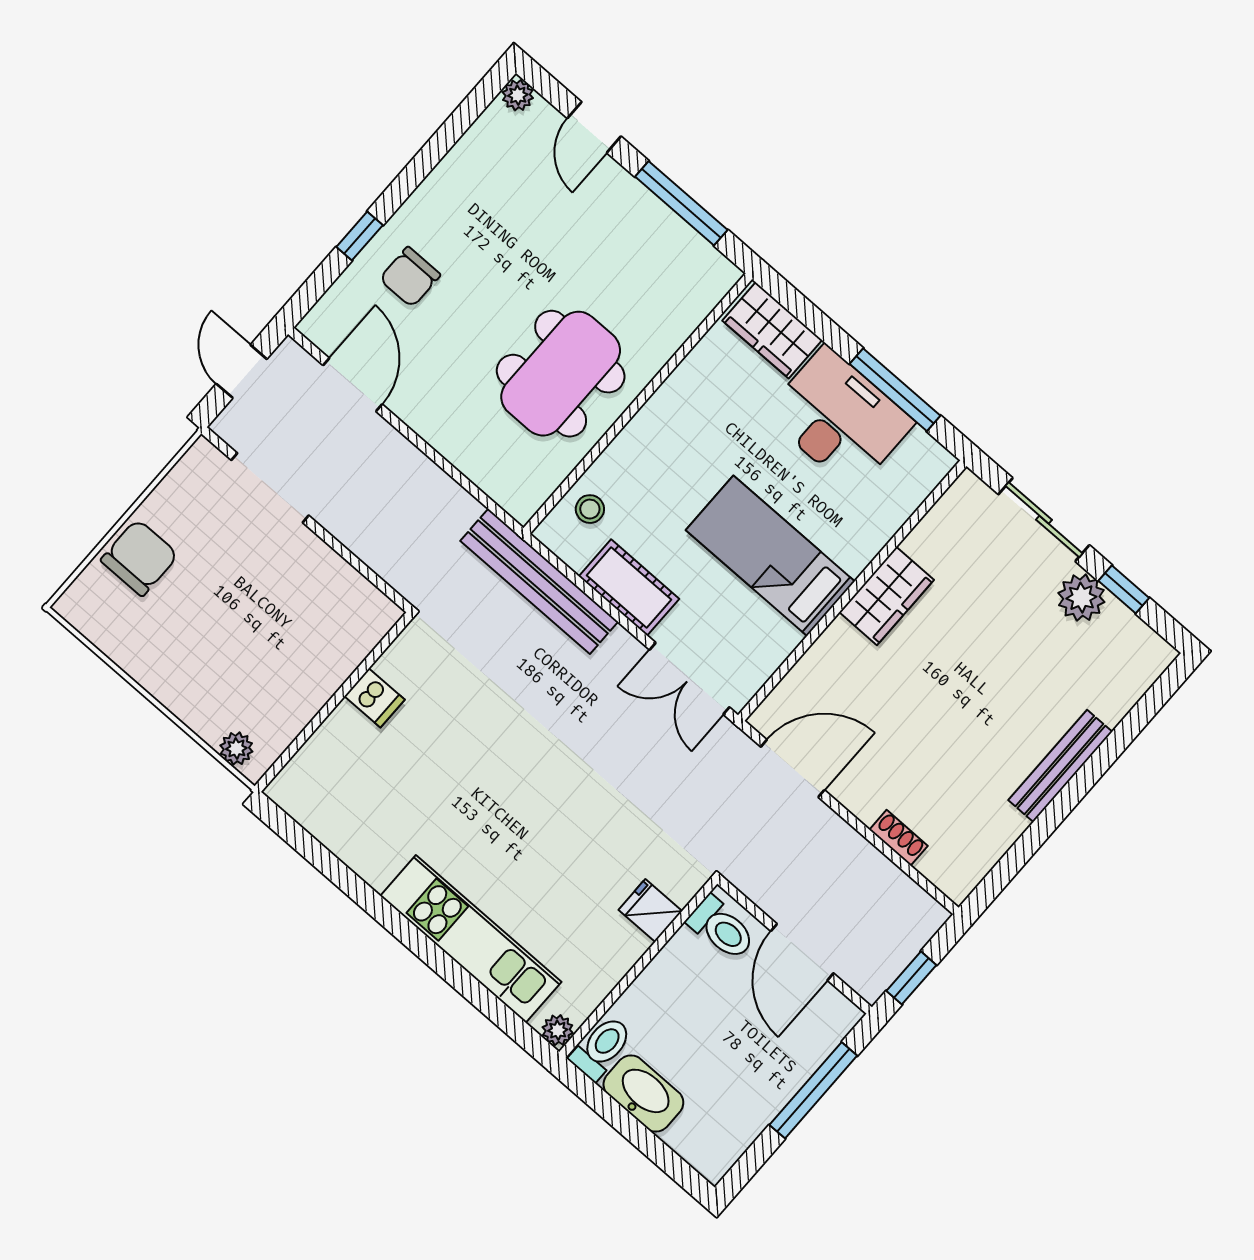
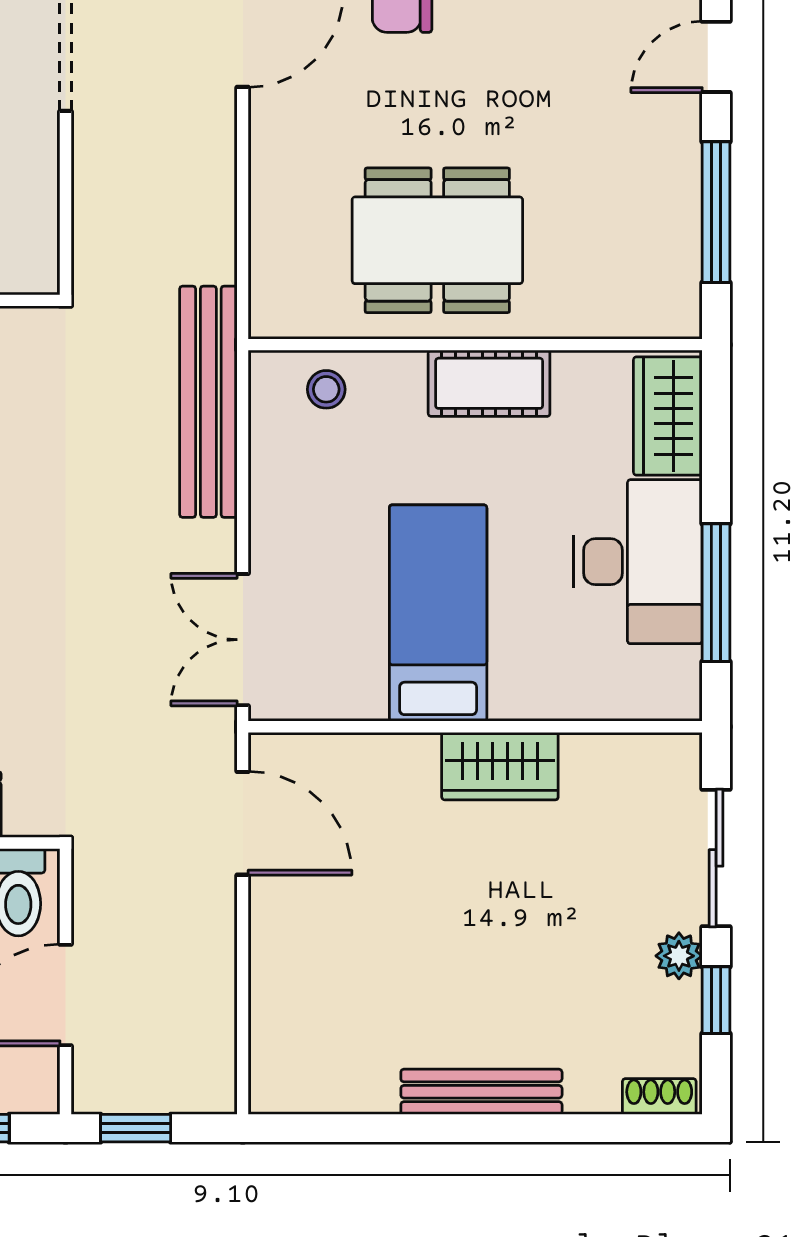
cot: (629, 588) -> (489, 383), moved, turned 90
plant: (1081, 598) -> (679, 956), width x0.73, depth x0.73
shoe rack: (899, 838) -> (659, 1096), moved, turned -90

